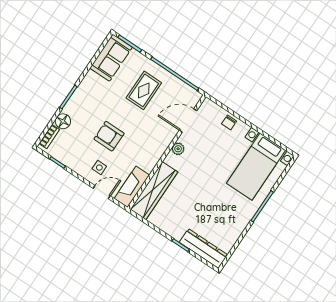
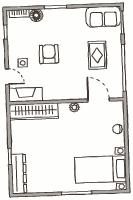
rug: (144, 90) -> (97, 55), turned 90

